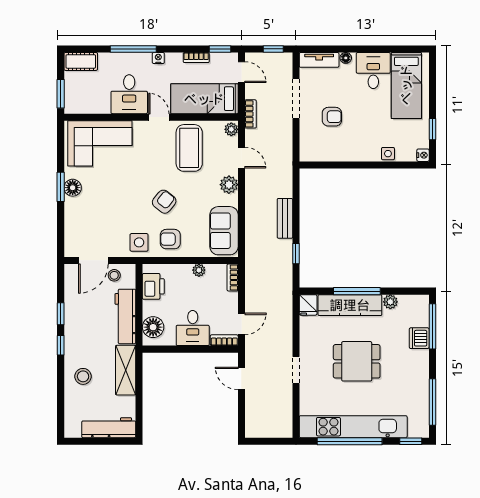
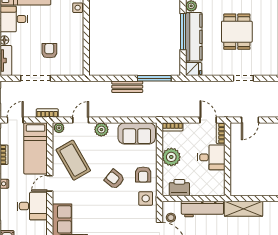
coffee table: (189, 148) -> (73, 160), turned 60
window: (296, 254) -> (154, 78), width x2.17
plant: (199, 270) -> (171, 157), width x1.88, depth x1.88
floor lamp: (153, 327) -> (211, 188), removed

